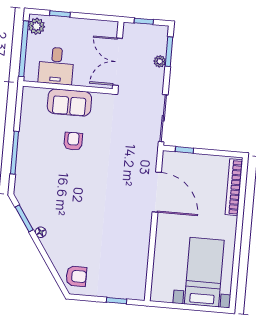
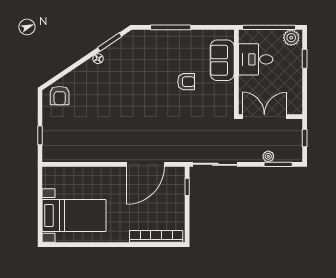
sofa: (69, 103) -> (222, 60), moved

